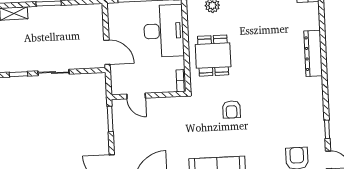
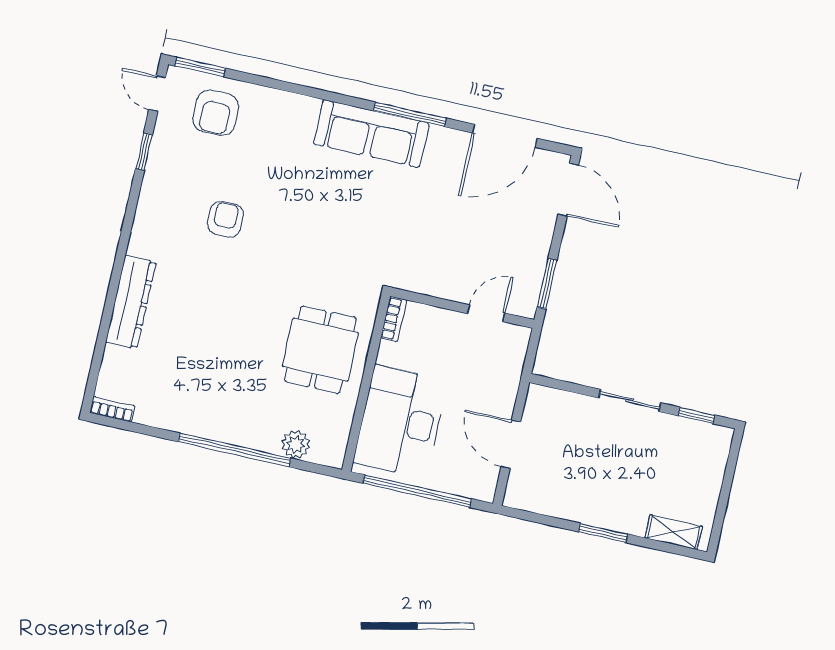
door: (107, 52) -> (511, 444), moved
door: (136, 96) -> (486, 313), hinge flipped
armchair: (231, 109) -> (225, 219), moved

